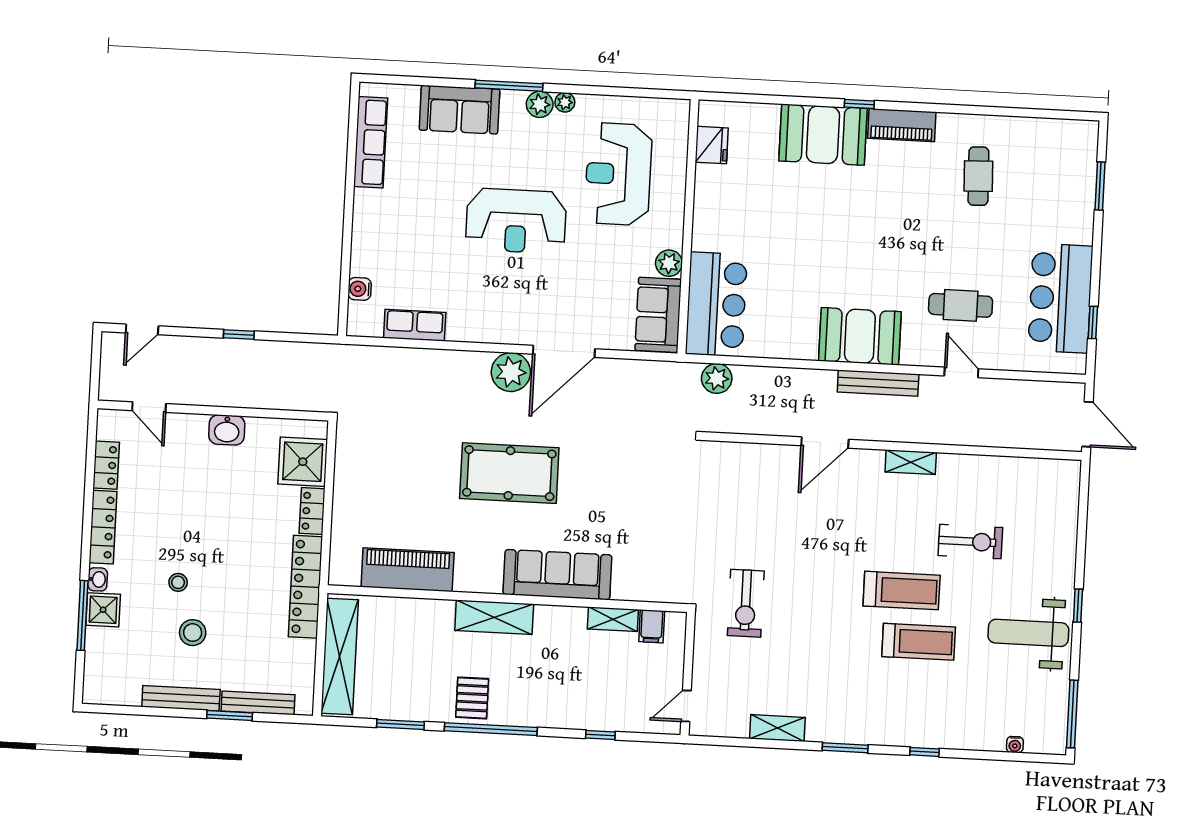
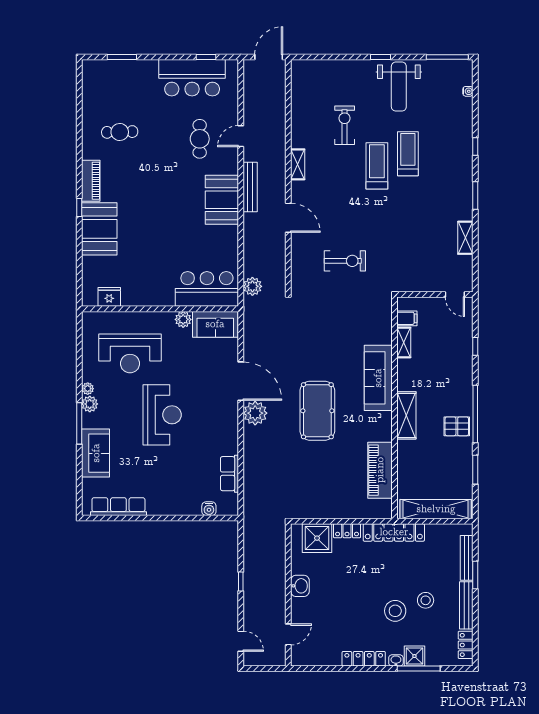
locker: (106, 465) -> (466, 645), moved, turned -90
stool: (178, 582) -> (395, 611), width x1.89, depth x1.89
exercise bike: (746, 603) -> (345, 261), moved

